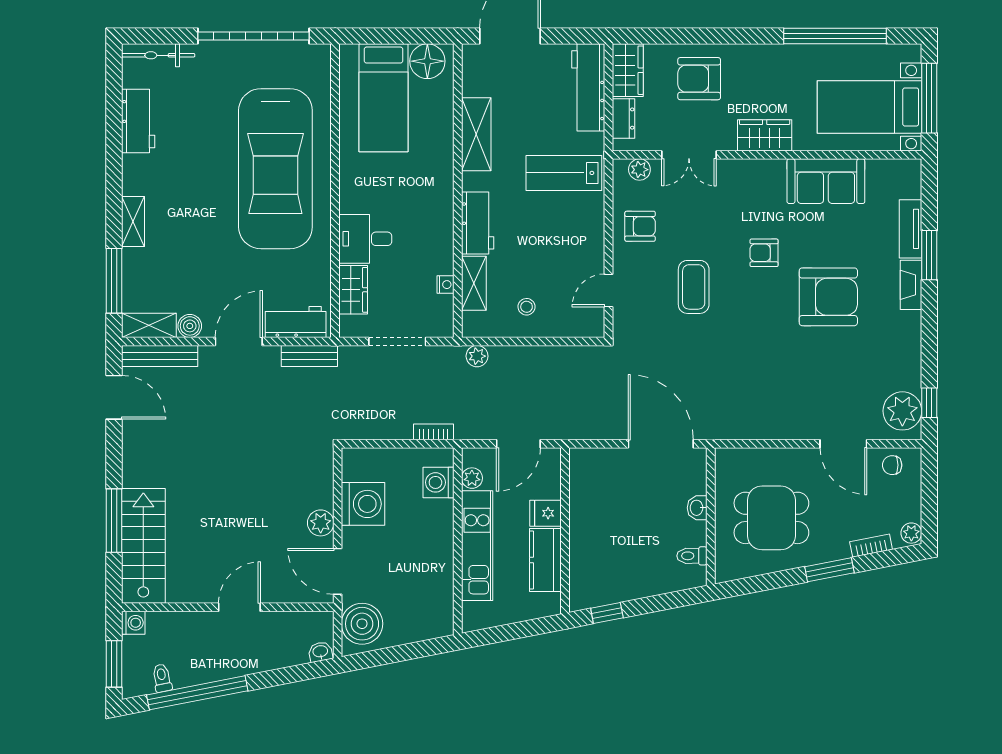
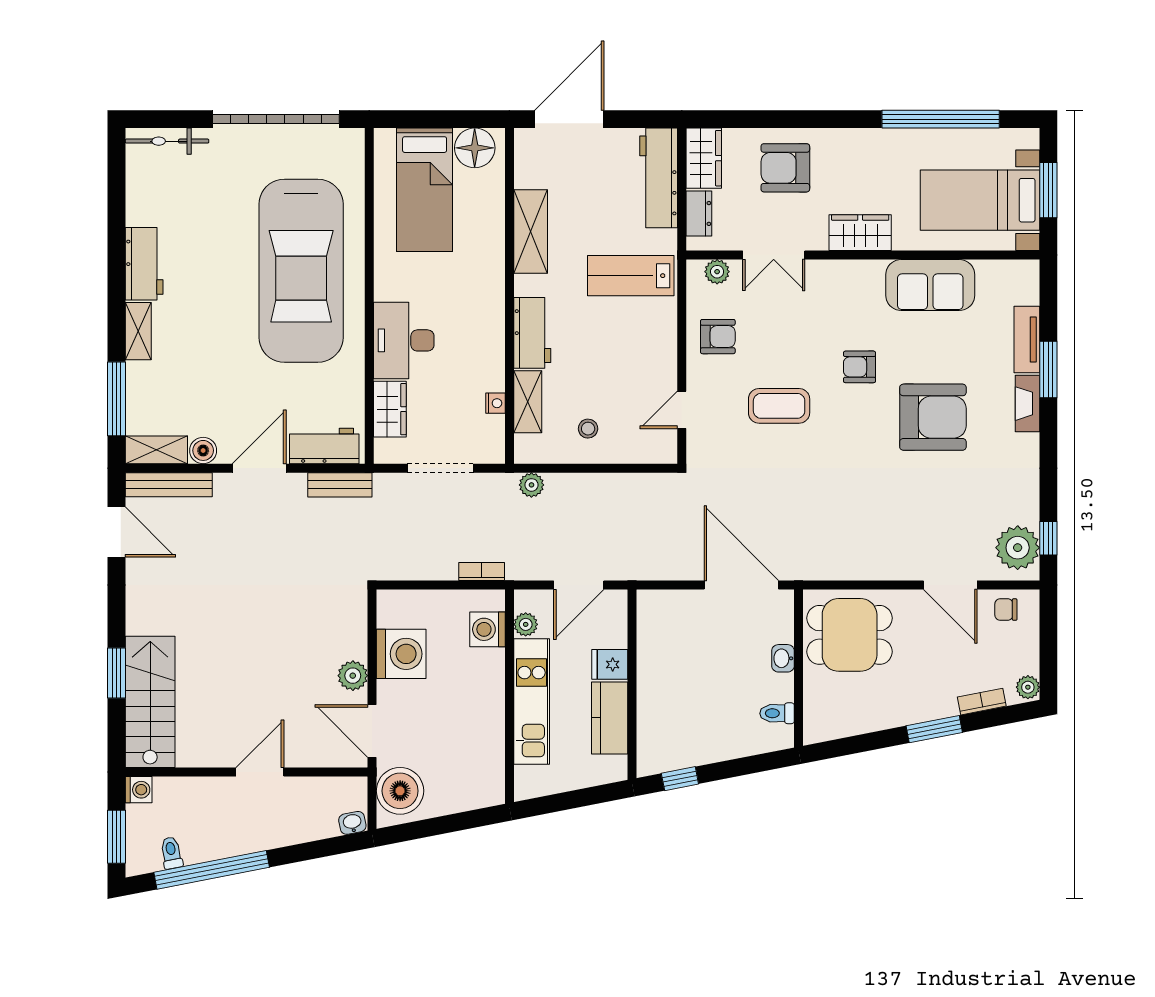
window: (929, 98) -> (1048, 190), width x0.69
workbench: (138, 121) -> (144, 264), moved
desk: (365, 239) -> (404, 340), width x1.37
coffee table: (694, 287) -> (779, 406), turned 90
dining table: (771, 518) -> (850, 635), moved
window: (114, 521) -> (117, 673), width x0.69

